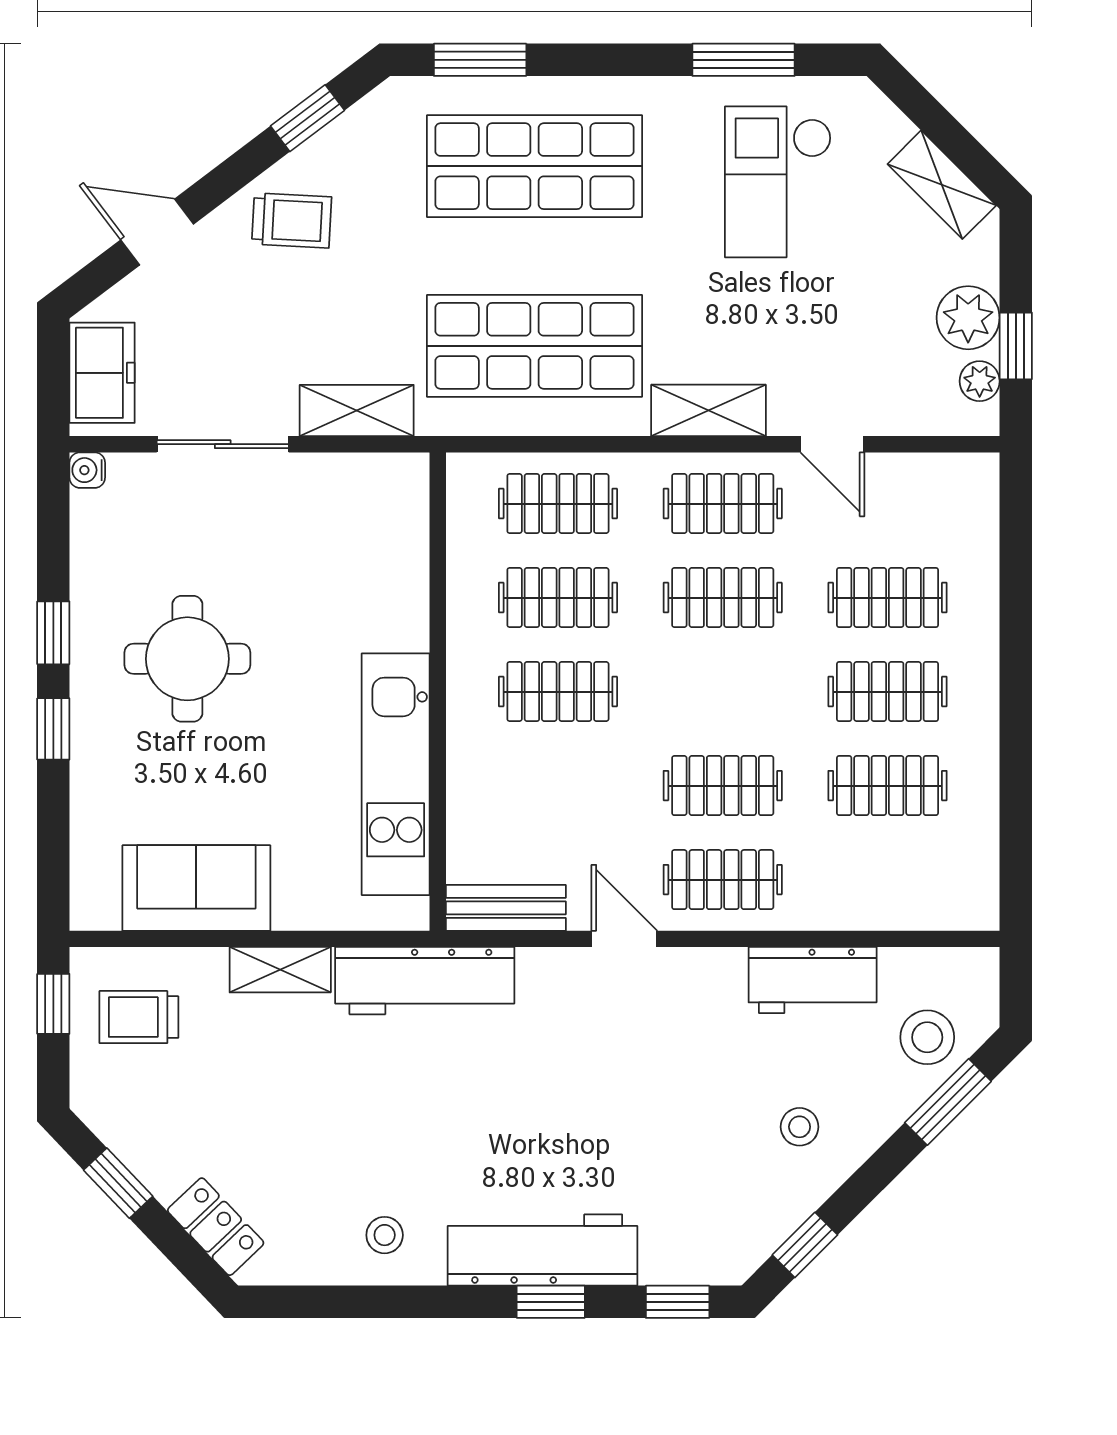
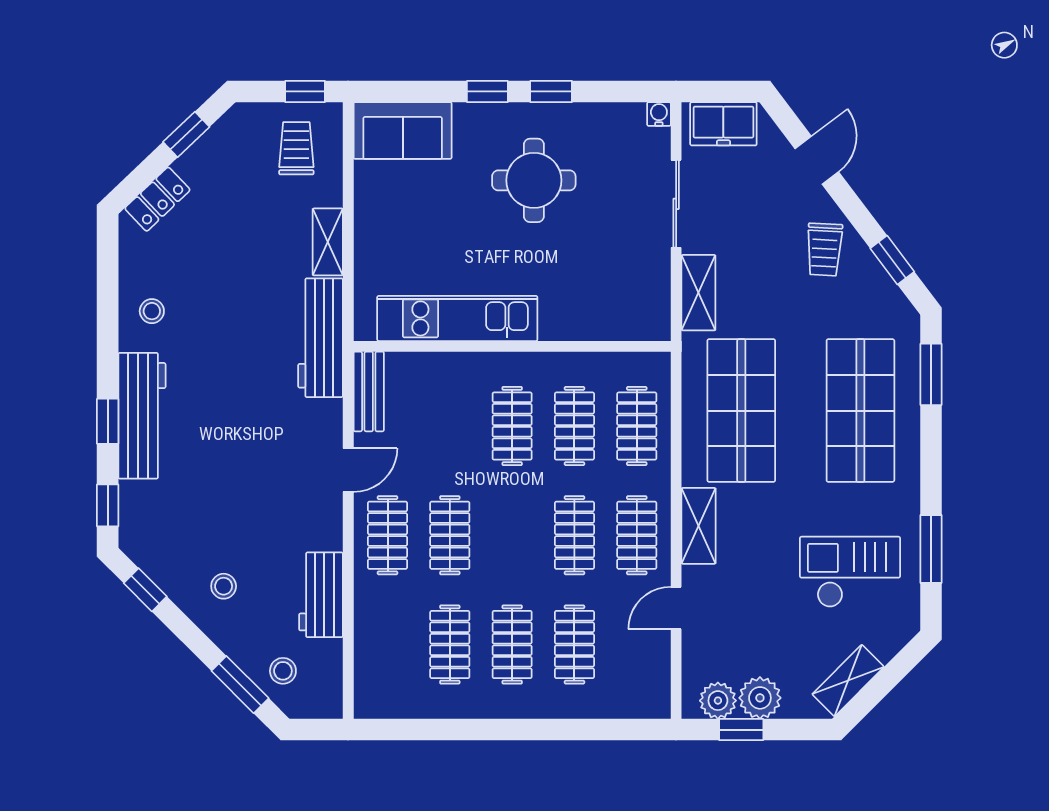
plant: (980, 381) -> (718, 701), width x1.38, depth x1.38
sofa: (196, 888) -> (403, 131), moved, turned 90
stool: (927, 1037) -> (283, 671), width x0.73, depth x0.73

